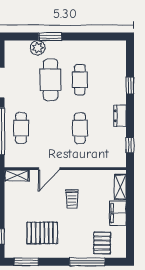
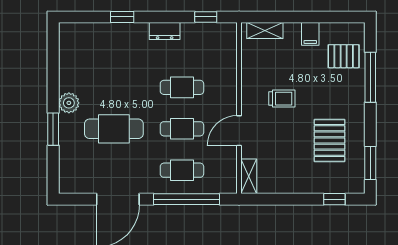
plant: (38, 48) -> (69, 103), moved
cafe table: (80, 80) -> (182, 129), moved
door: (49, 169) -> (239, 131), swing flipped
filing cabinet: (118, 213) -> (310, 34), width x0.50

